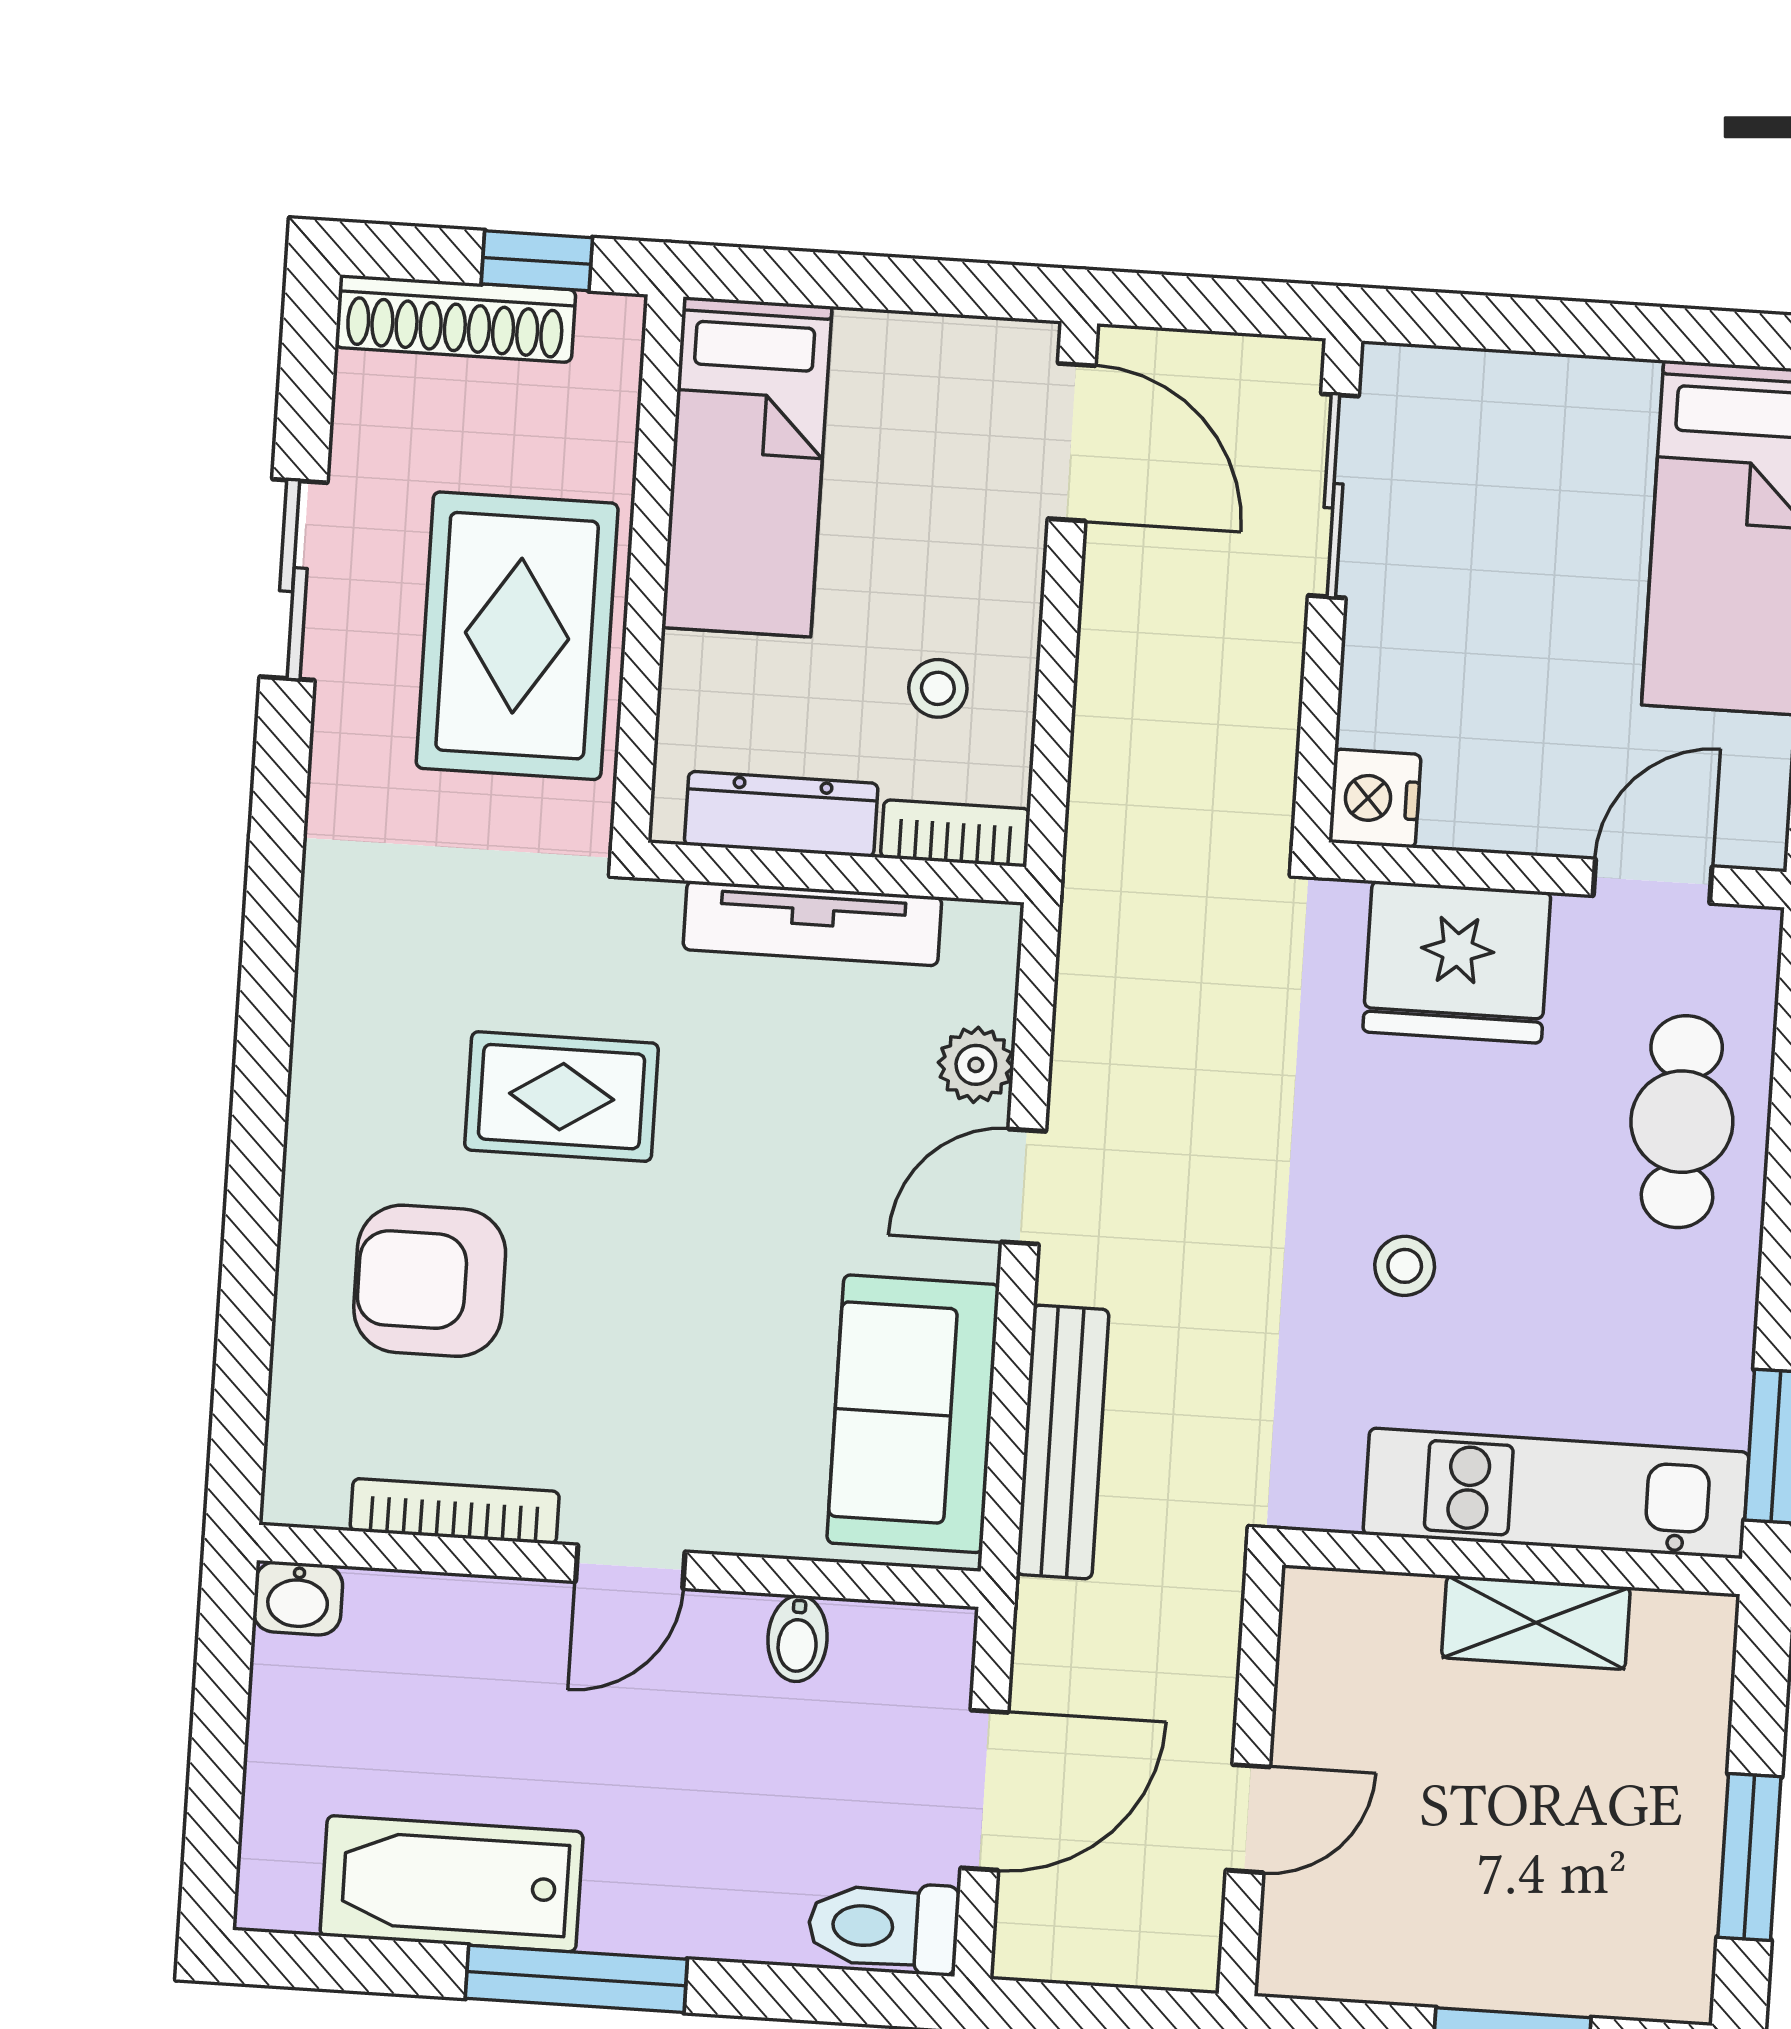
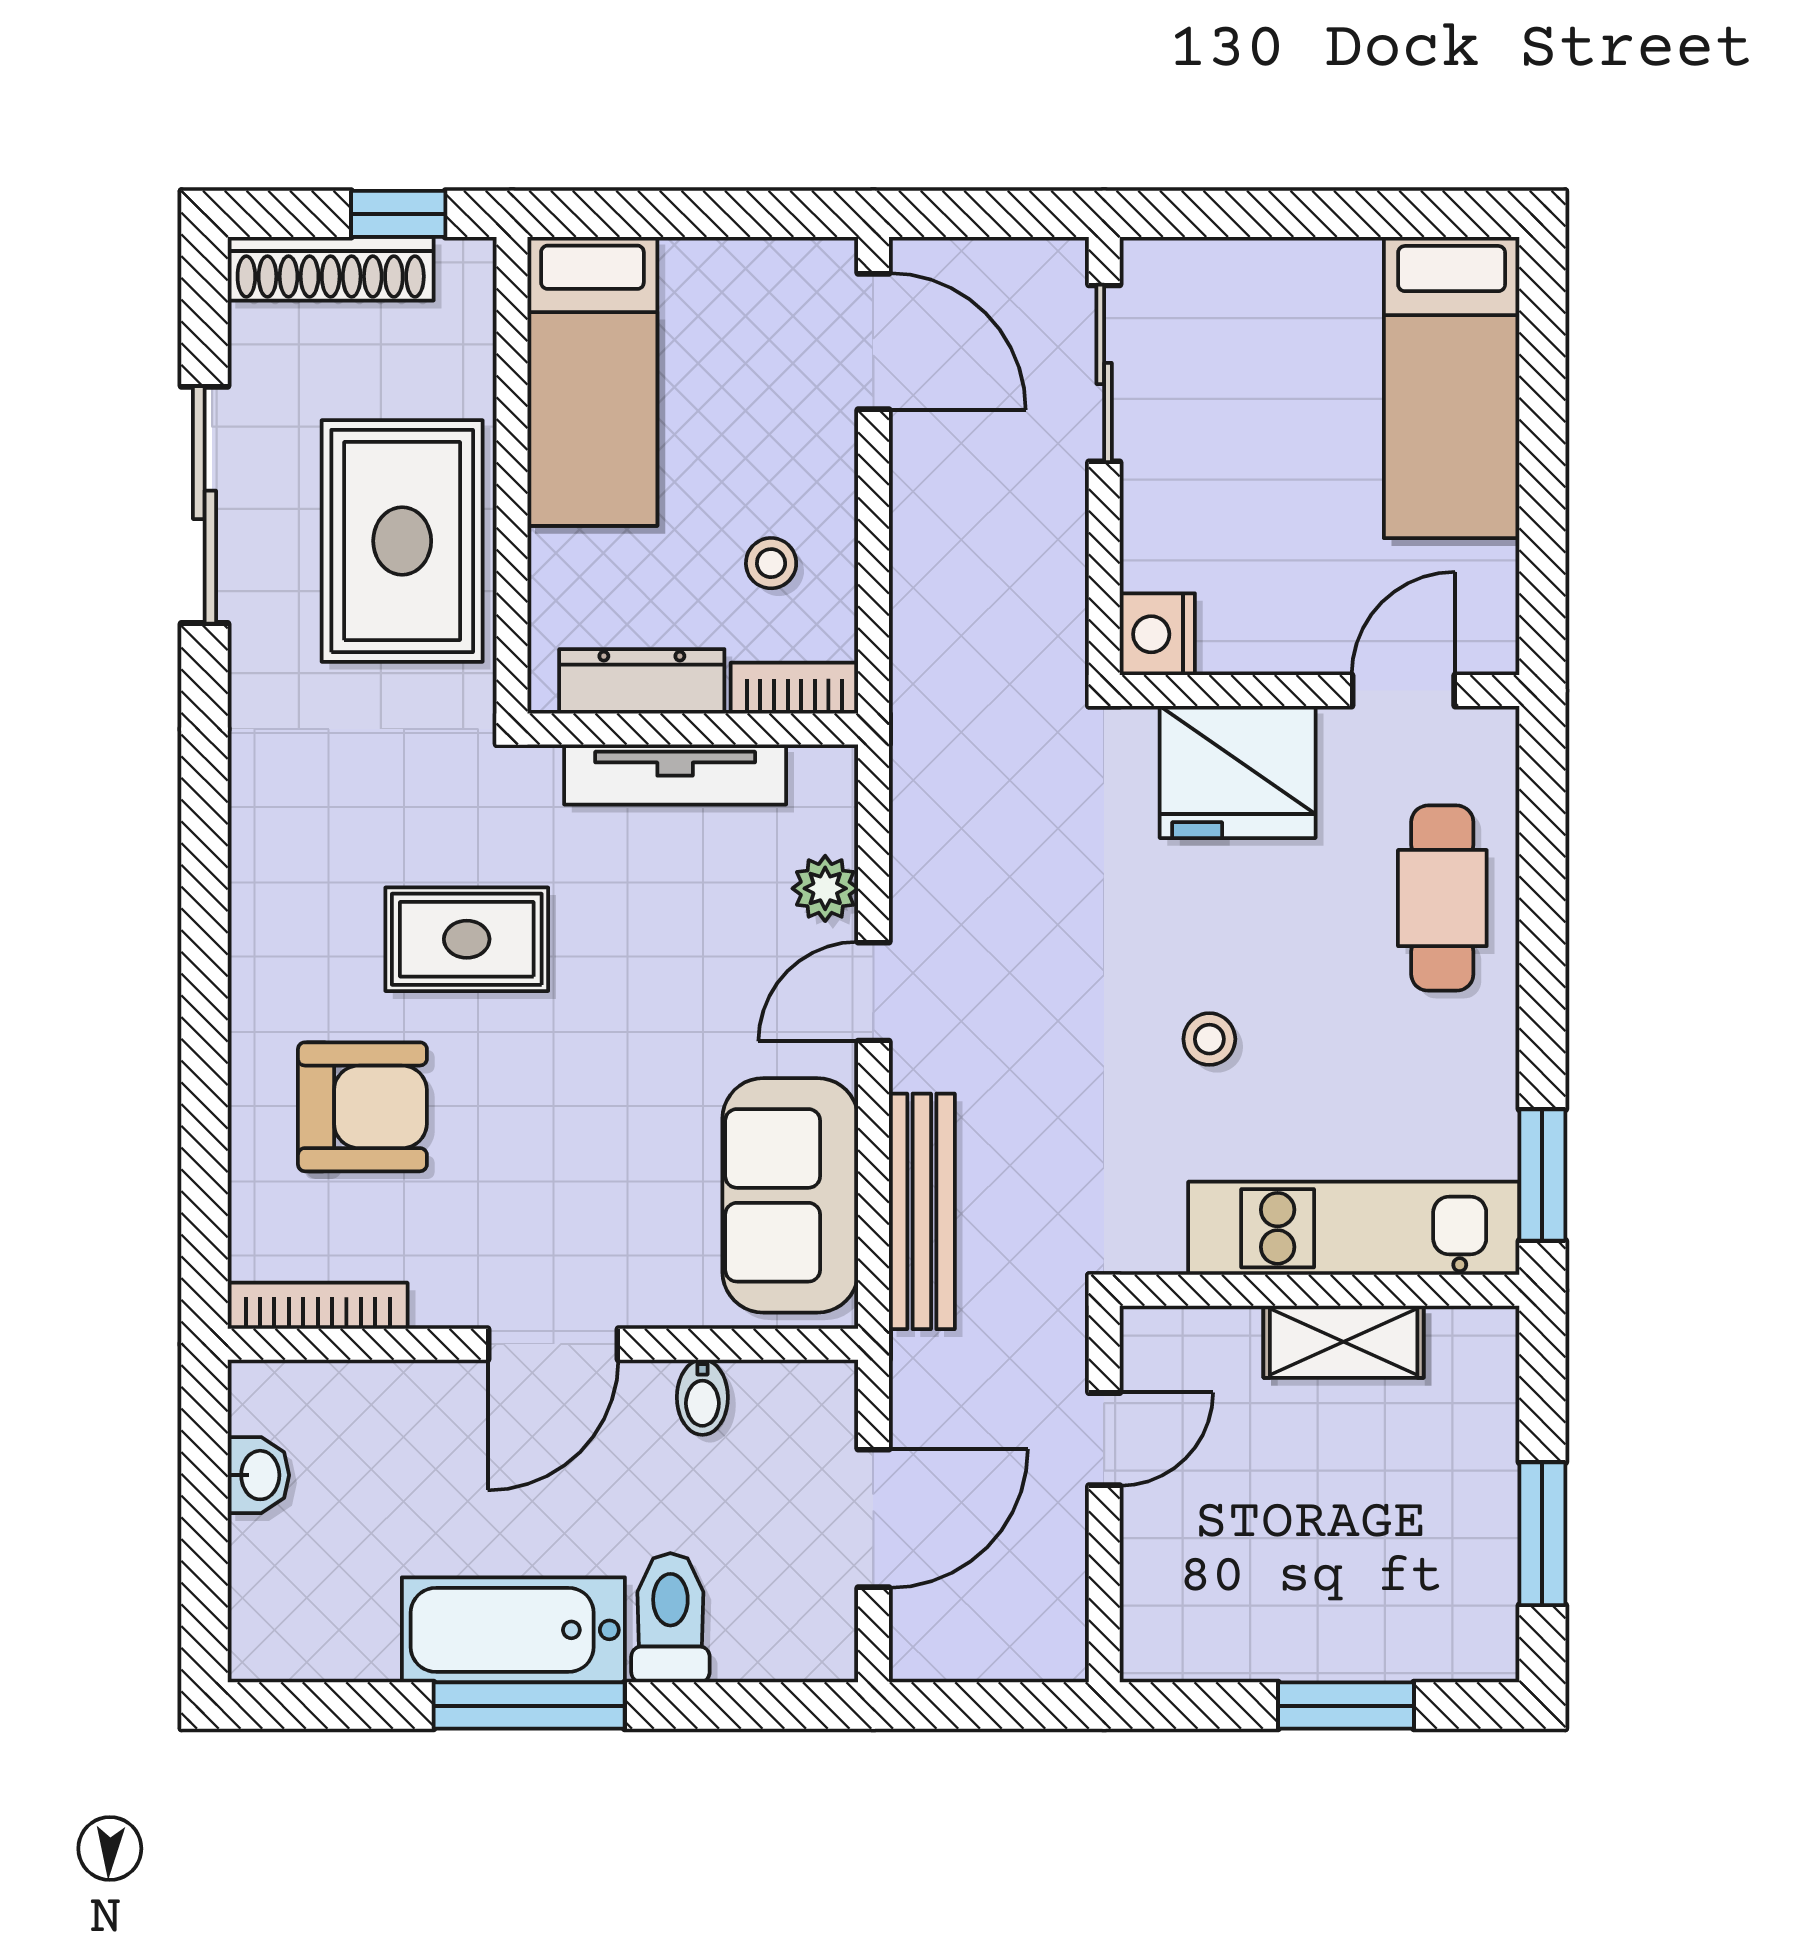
sliding door: (293, 580) -> (205, 505), width x1.37
armchair: (430, 1281) -> (362, 1107), turned 180
bookcase: (455, 1511) -> (318, 1306), moved
door: (630, 1567) -> (553, 1344), width x1.38
washbasin: (298, 1598) -> (258, 1475), moved, turned -90
door: (1248, 1819) -> (1104, 1439), moved
bathtub: (452, 1884) -> (513, 1630), moved
toilet: (884, 1927) -> (670, 1618), moved, turned 90

